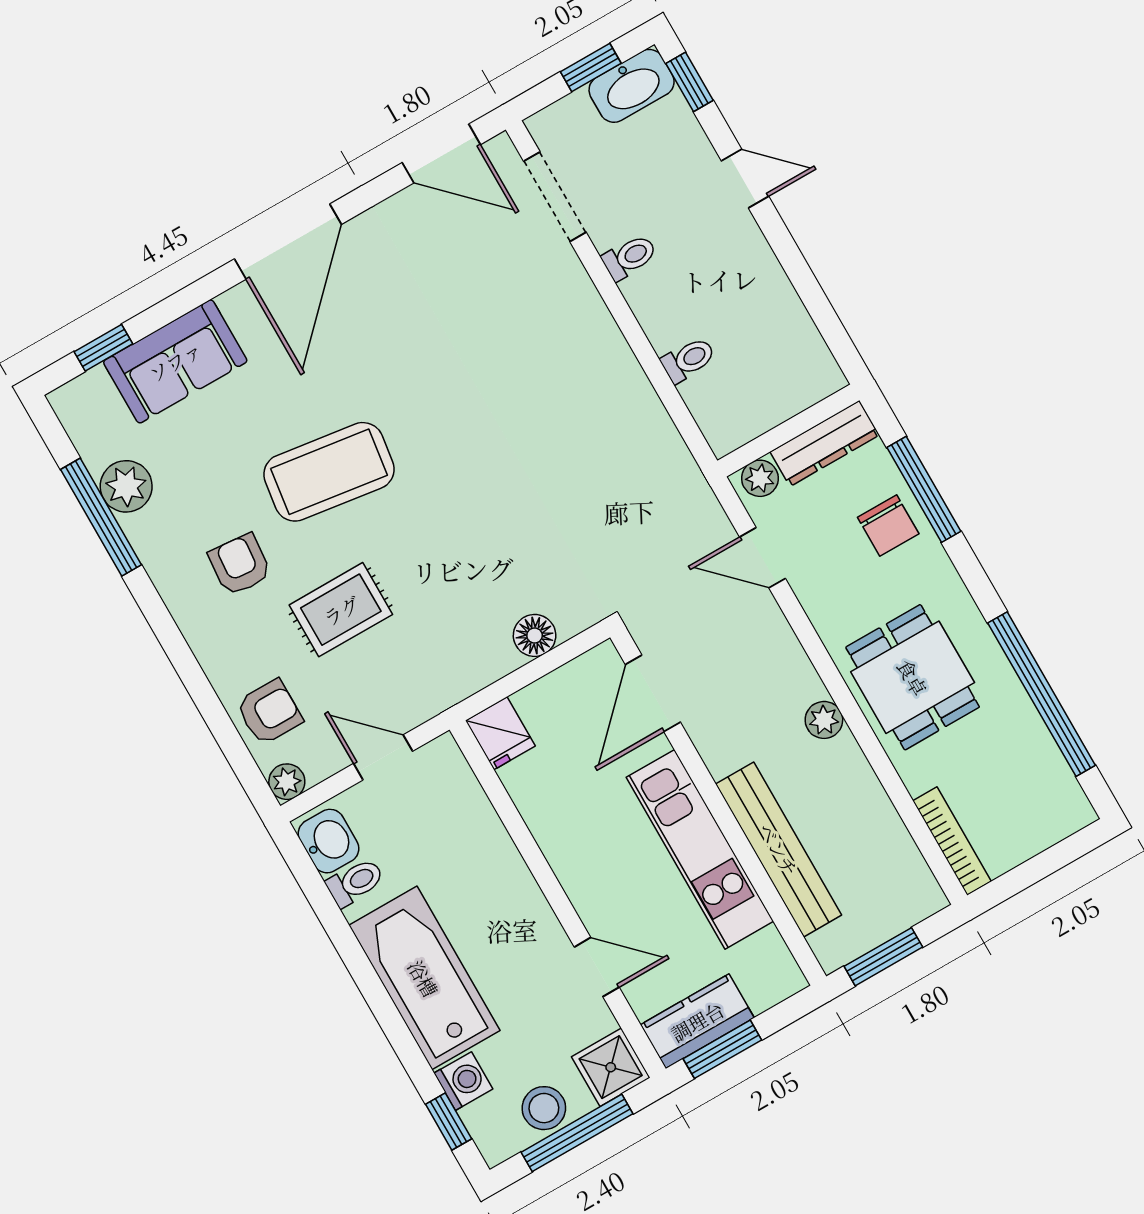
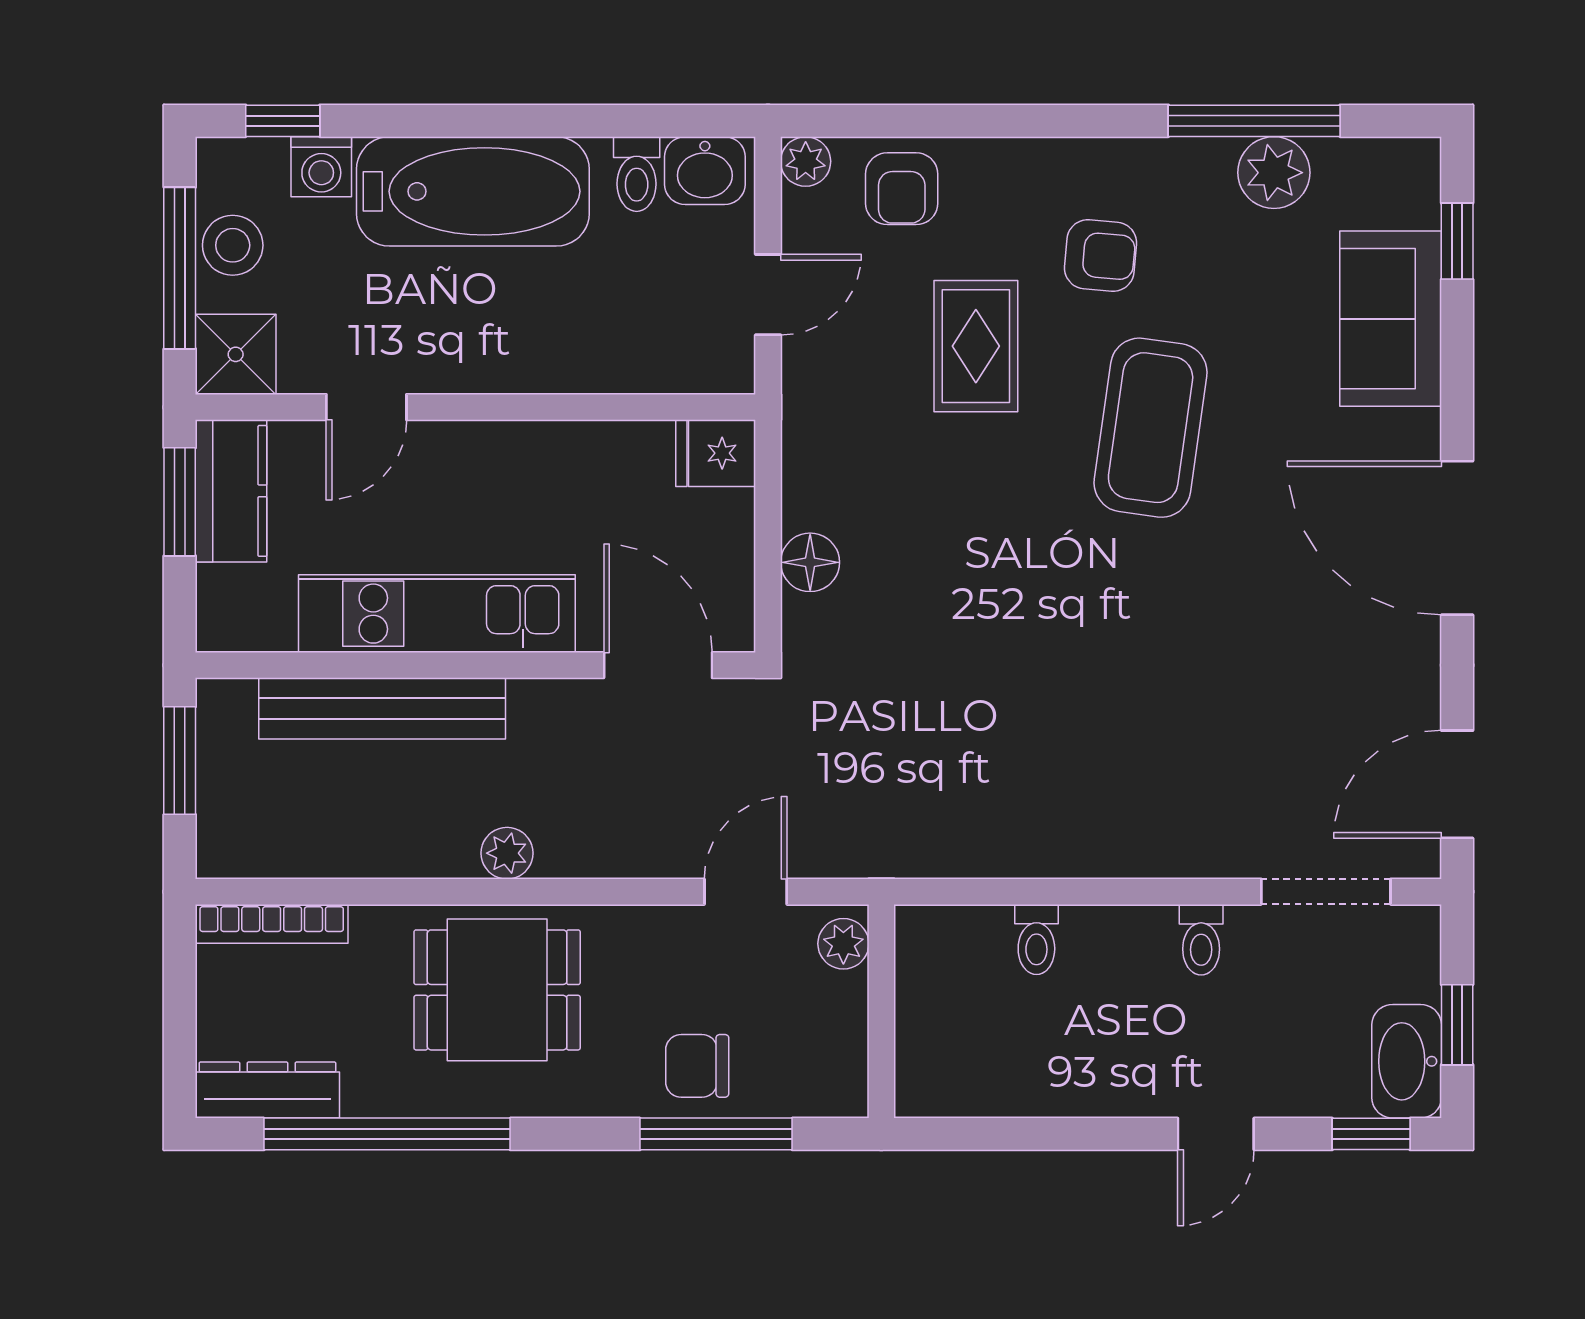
dresser: (825, 443) -> (267, 1090), moved, turned 90

